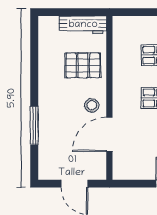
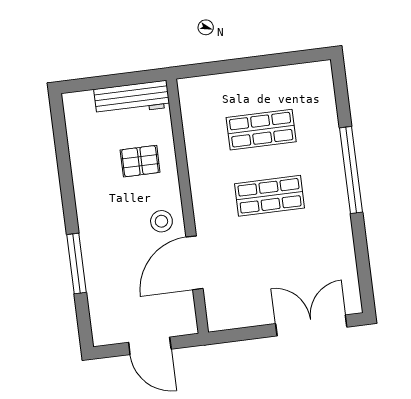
pallet: (83, 65) -> (140, 161), width x0.67, depth x0.71

